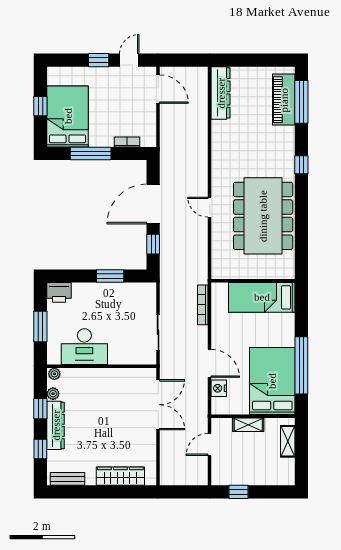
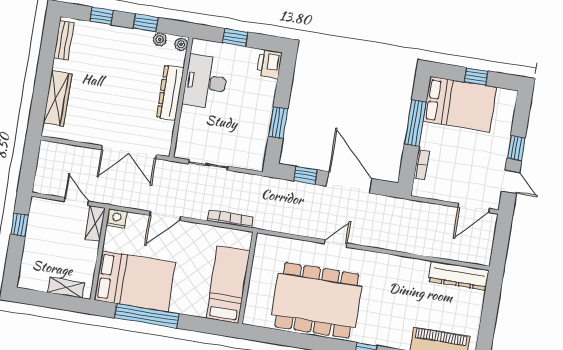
window: (40, 327) -> (235, 37), width x0.67
nightstand: (219, 388) -> (117, 218), moved
dresser: (56, 425) -> (170, 93), moved, turned 90
shelving: (248, 425) -> (95, 223), moved

